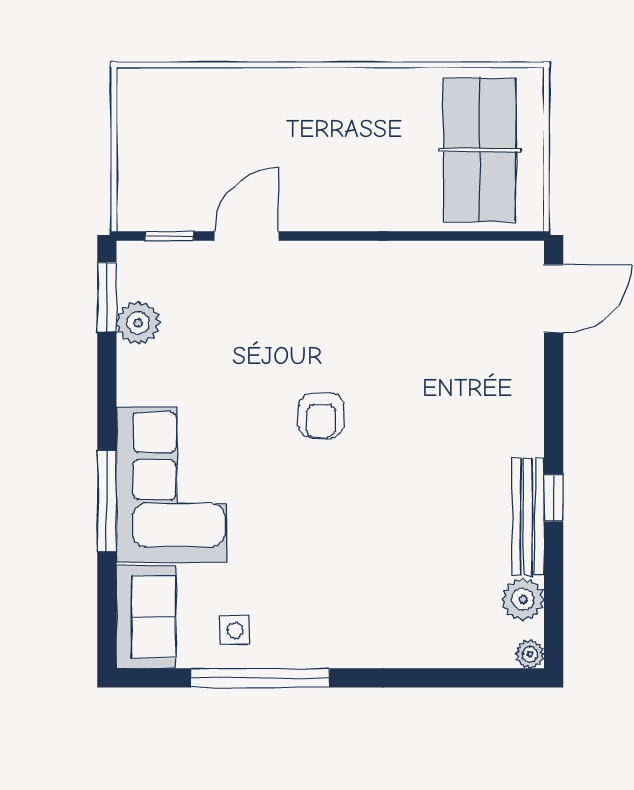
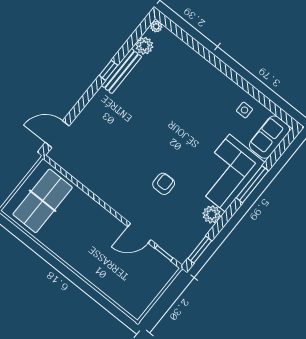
plant: (138, 323) -> (212, 214), moved
armchair: (321, 416) -> (164, 184), moved
window: (260, 678) -> (249, 88), removed

